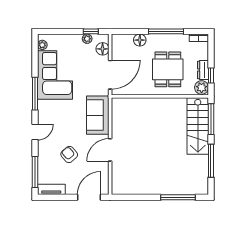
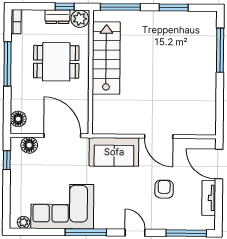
plant: (87, 39) -> (16, 165), removed
floor lamp: (140, 40) -> (18, 119), moved
stairs: (198, 126) -> (106, 58), moved, turned -90
armchair: (69, 154) -> (164, 189), turned 132
window: (211, 161) -> (174, 8), width x0.69
tv unit: (51, 189) -> (209, 198), moved

